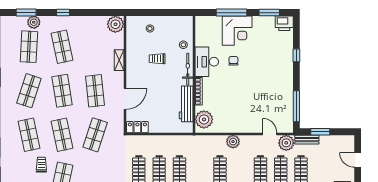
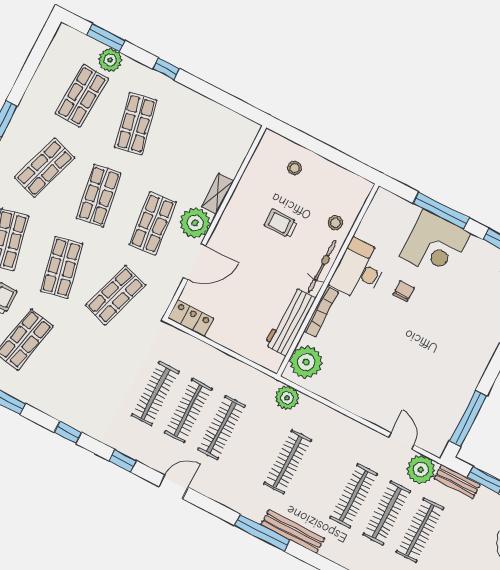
plant: (115, 24) -> (195, 223), moved
plant: (233, 142) -> (287, 398), moved

